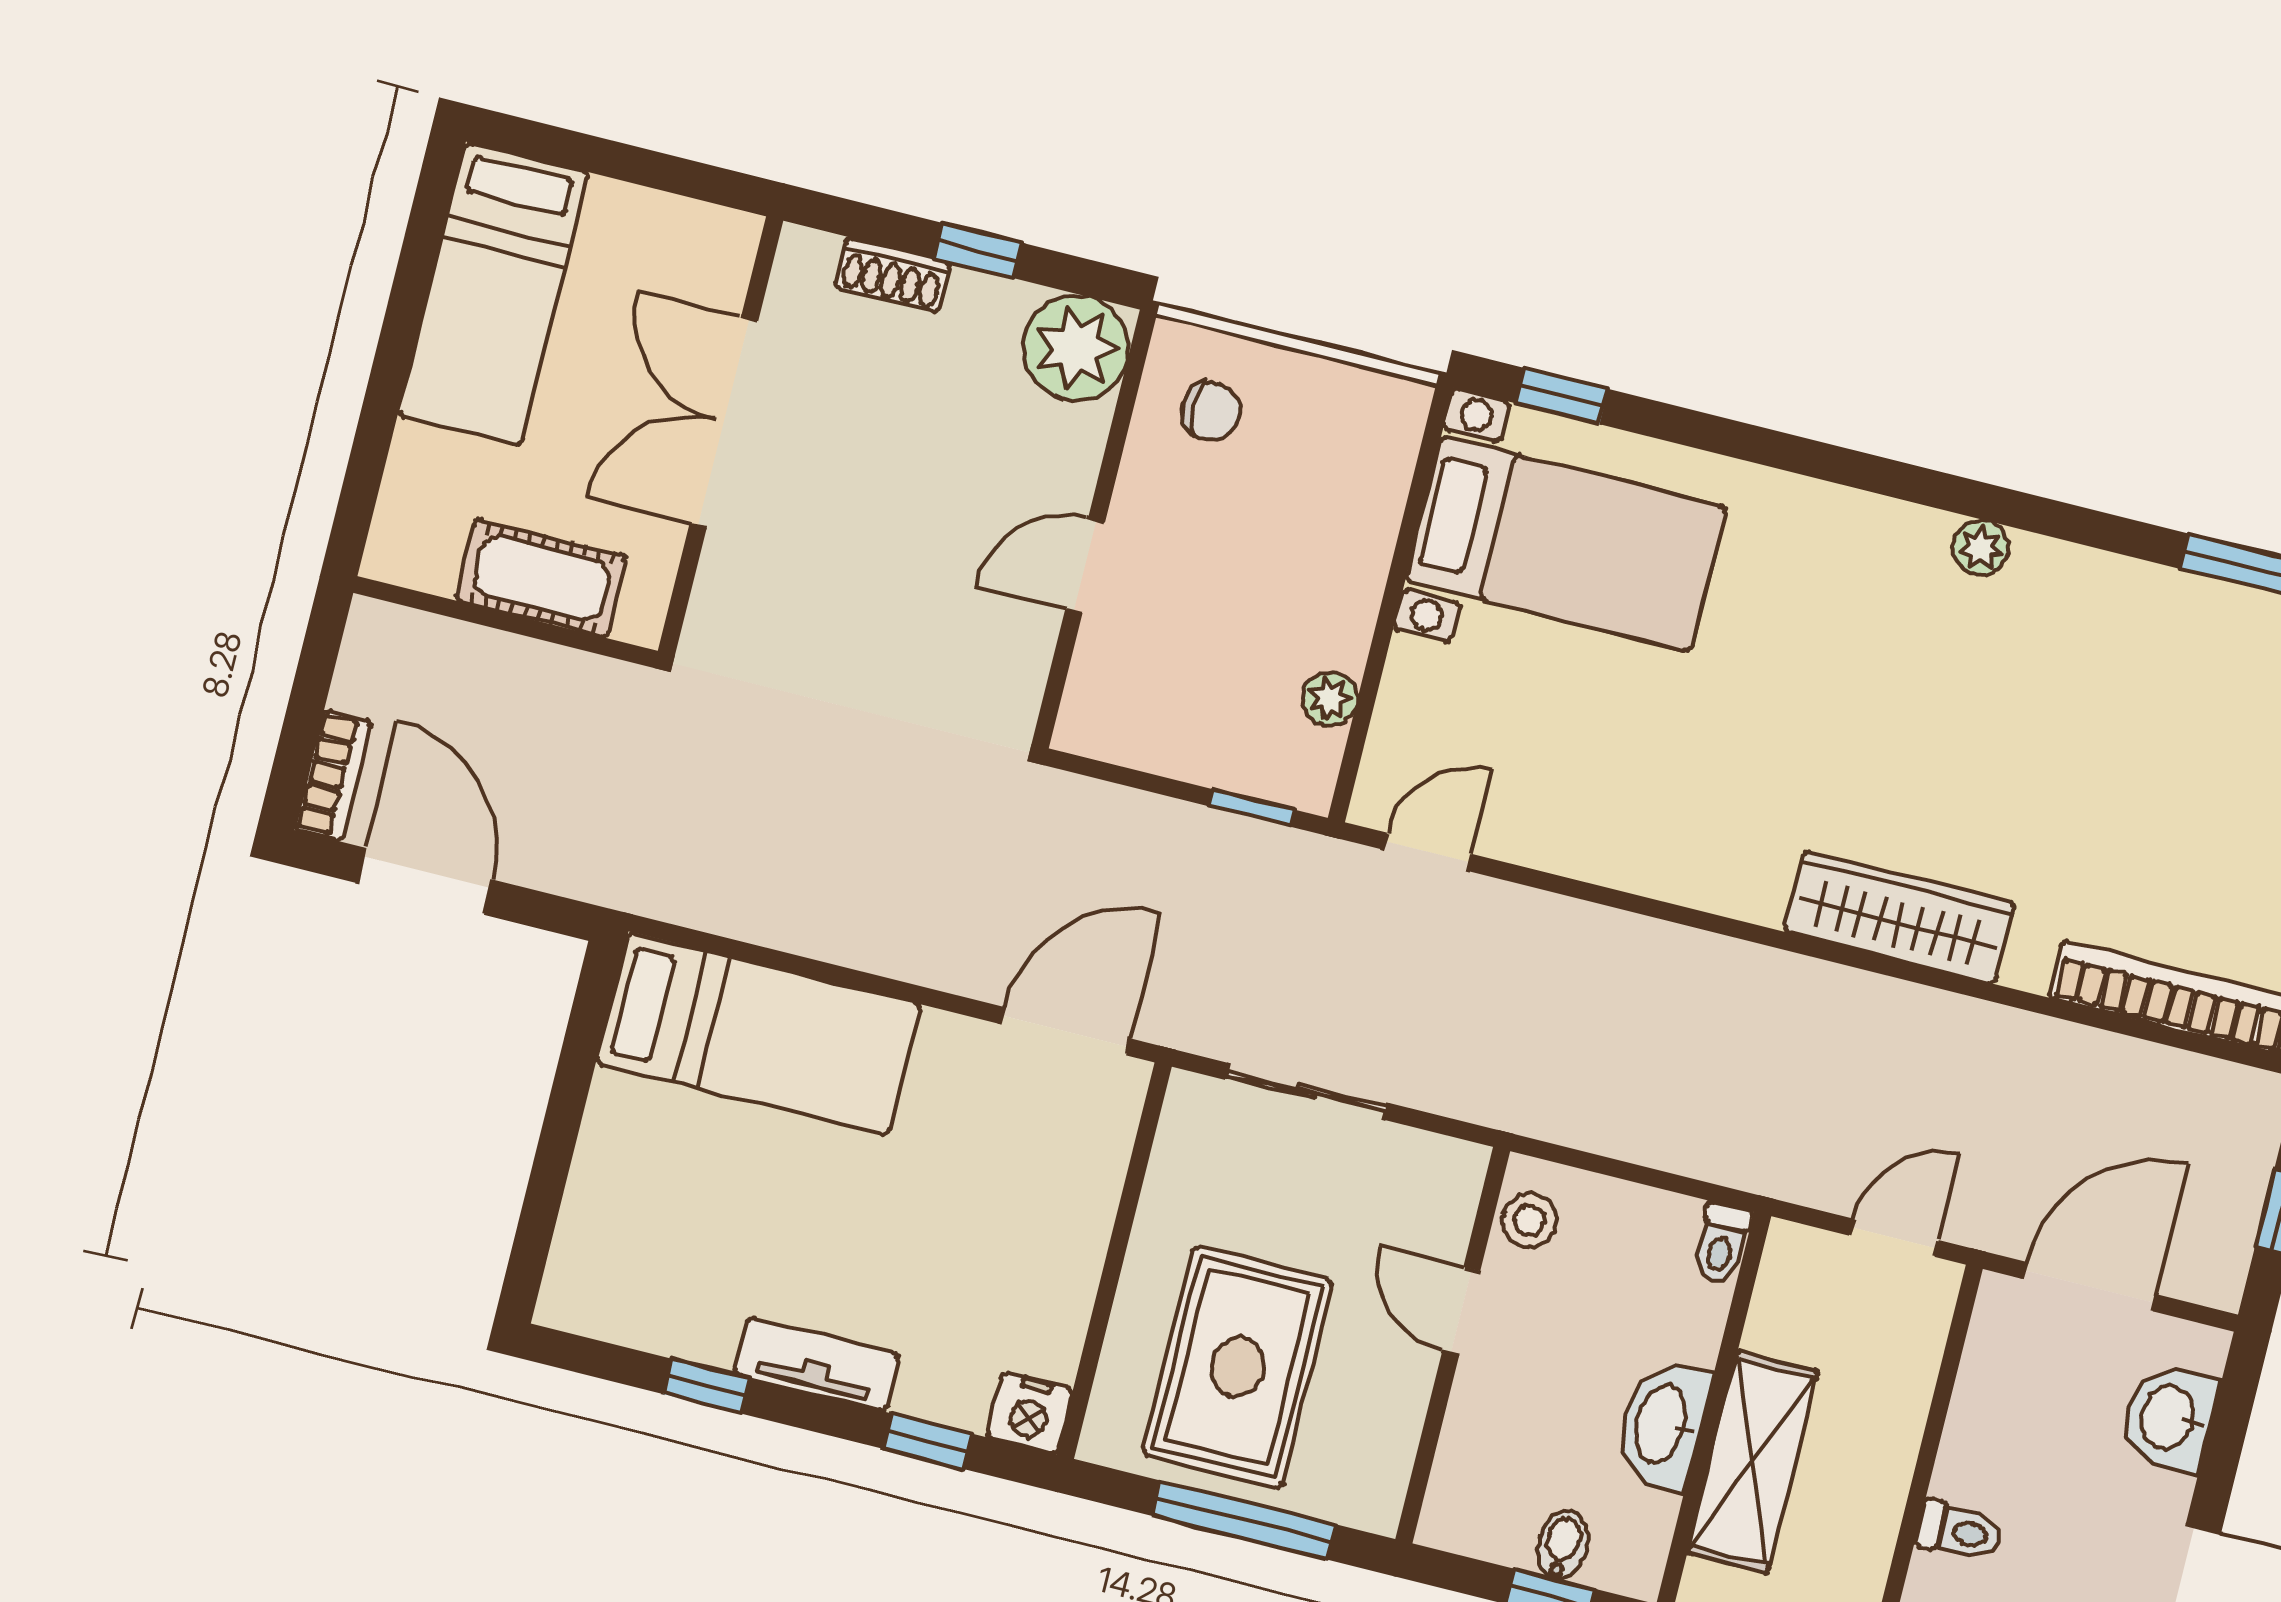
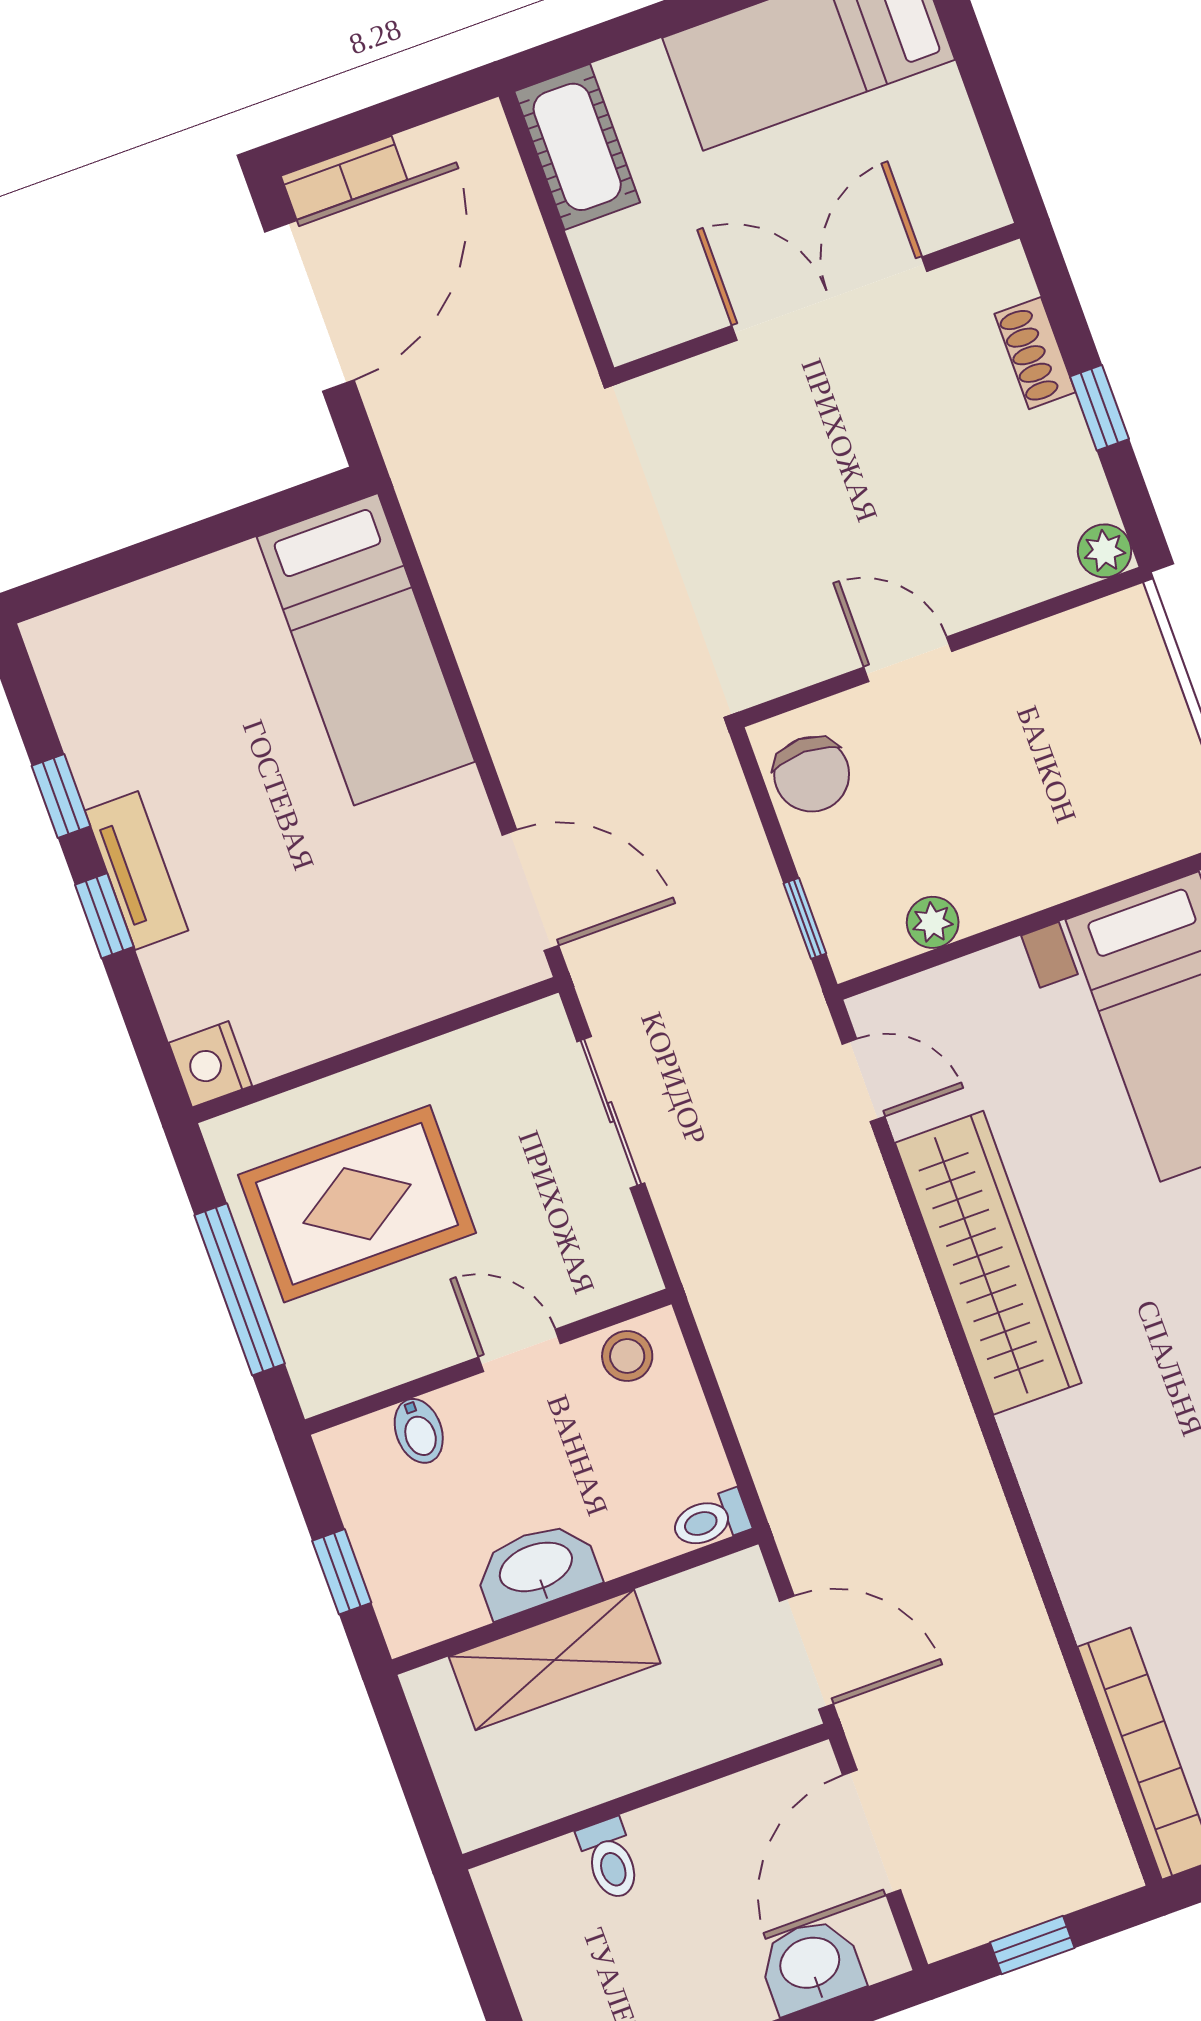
plant: (1076, 348) -> (1105, 551), width x0.53, depth x0.53
chair: (1211, 411) -> (812, 774), moved, width x1.37, depth x1.37
cot: (541, 578) -> (577, 147), moved
door: (425, 881) -> (309, 306), width x1.36
wardrobe: (1900, 917) -> (988, 1263), moved, width x1.40, depth x1.17
door: (1894, 1238) -> (806, 1652), width x1.38
door: (2090, 1287) -> (872, 1833), swing flipped
door: (1461, 1311) -> (519, 1350), hinge flipped
window: (928, 1441) -> (104, 916), moved
bidet: (1563, 1545) -> (419, 1431), moved, turned 90

